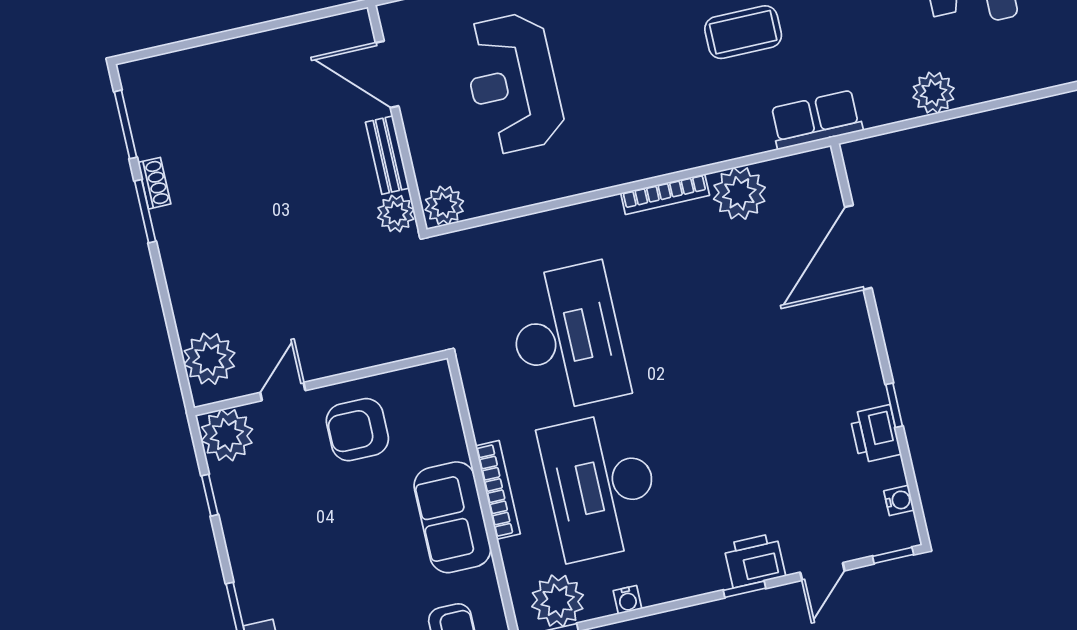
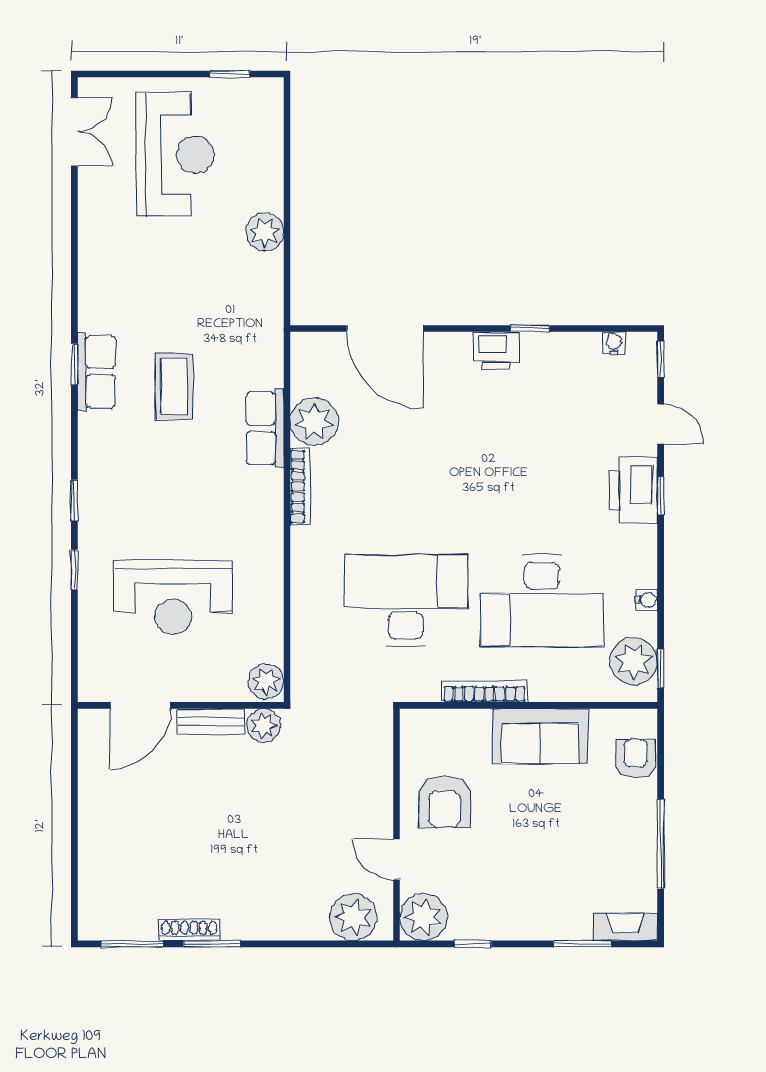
row of seats: (816, 120) -> (265, 428), moved
shoe rack: (154, 183) -> (189, 930), width x1.43
printer: (875, 434) -> (496, 351), moved
bookcase: (498, 490) -> (484, 691), moved
printer: (755, 560) -> (634, 490), width x1.37, depth x1.19

